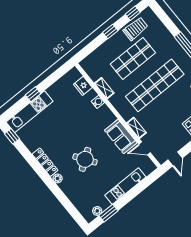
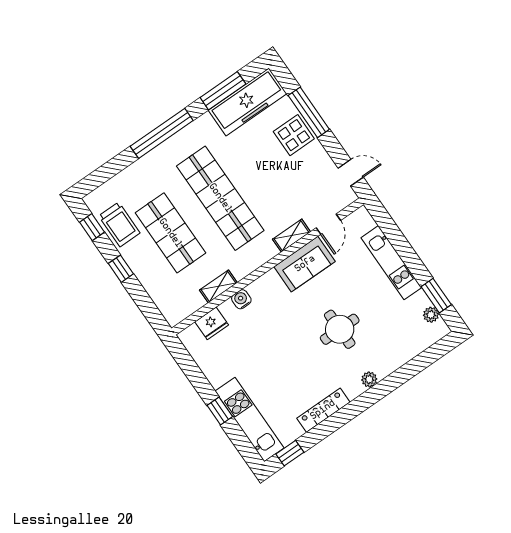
trolley: (135, 29) -> (119, 224), turned 180
round table: (85, 159) -> (340, 329), turned 35
locker: (45, 162) -> (323, 410), moved

